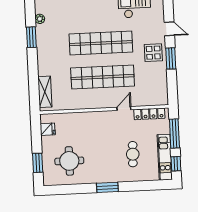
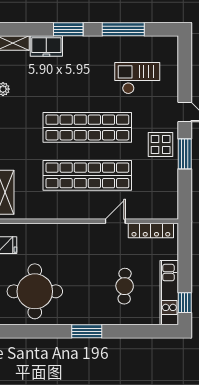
window: (174, 134) -> (185, 260), removed
round table: (69, 161) -> (35, 291), width x1.36, depth x1.36

